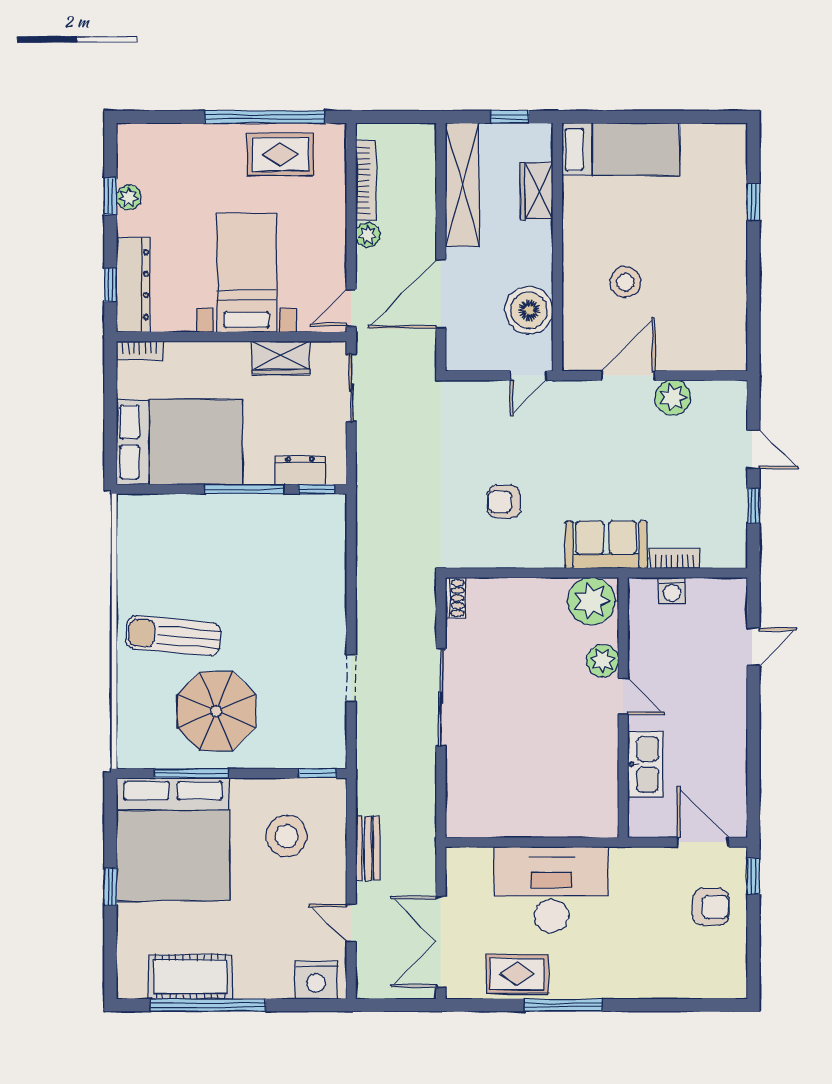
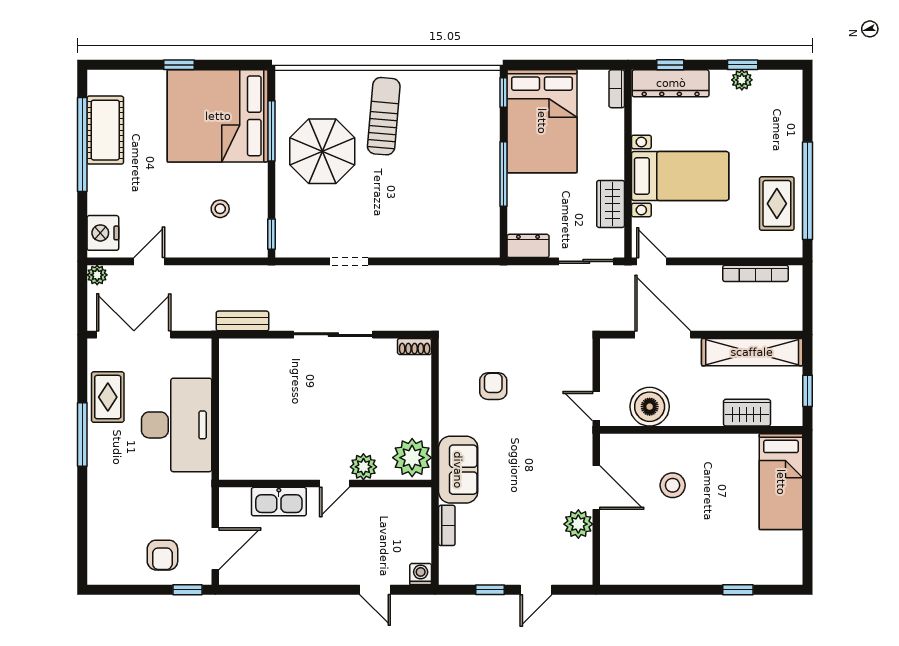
plant: (368, 235) -> (97, 275), moved
dresser: (300, 470) -> (528, 246), moved, turned -90
window: (316, 489) -> (503, 92), moved
washing machine: (672, 591) -> (421, 574), moved, turned 90
stool: (287, 836) -> (220, 209), width x0.53, depth x0.53
bench: (368, 848) -> (242, 321), moved

